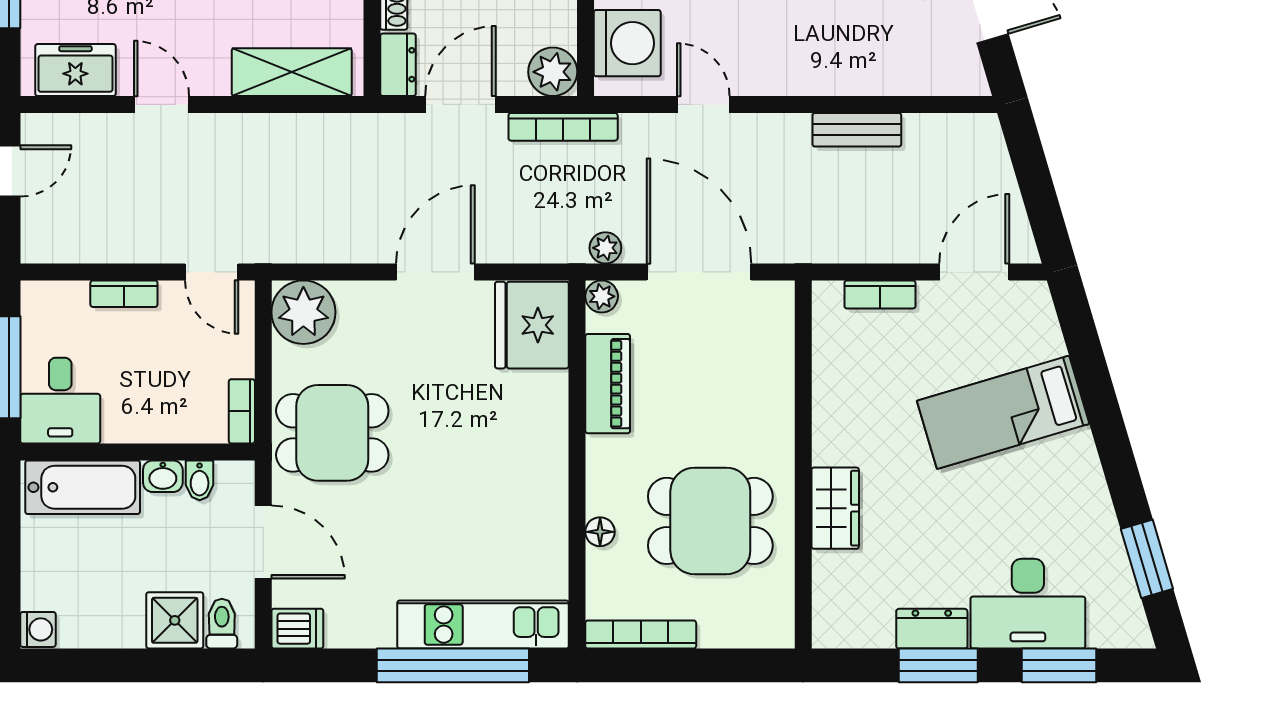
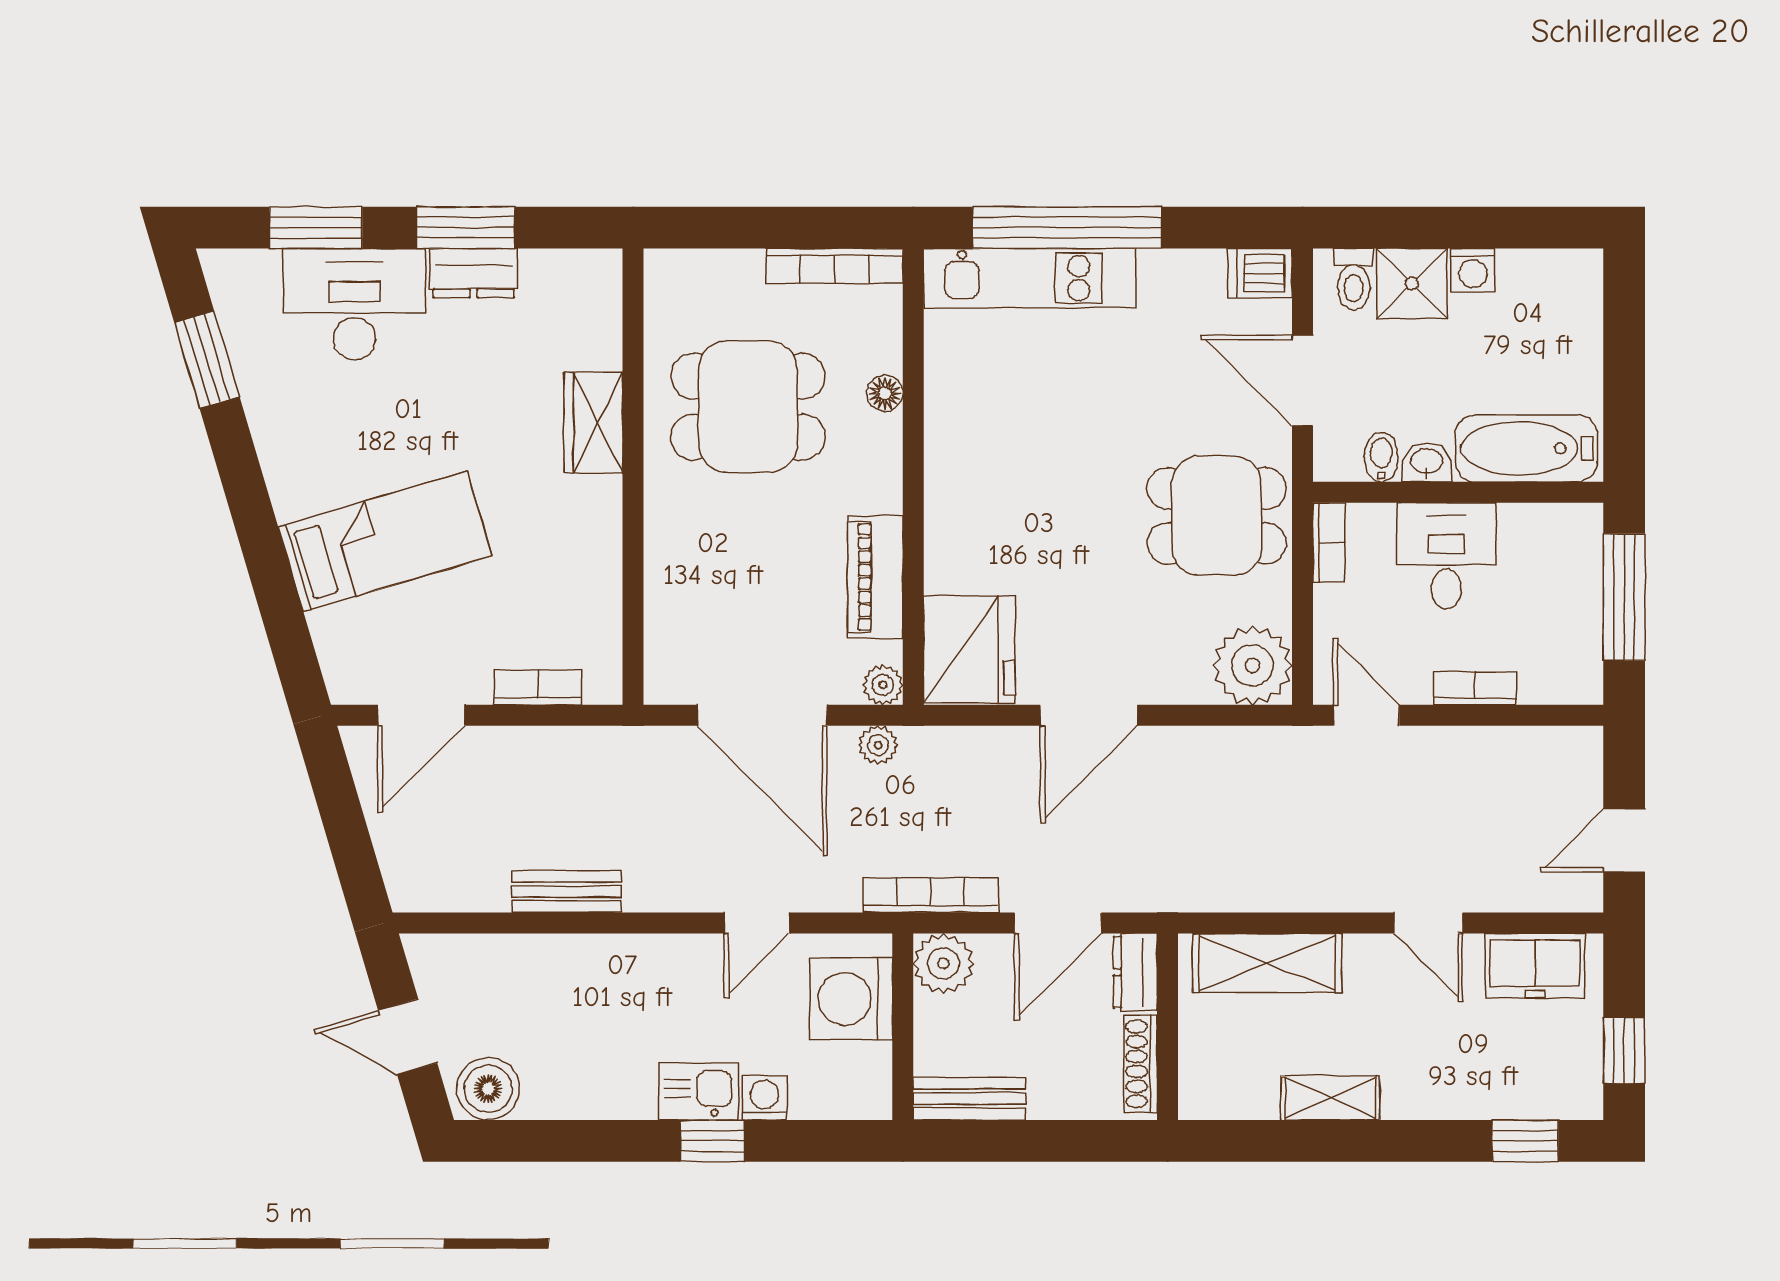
door: (703, 104) -> (757, 923), hinge flipped
desk: (60, 401) -> (1446, 556), moved
washing machine: (38, 629) -> (1473, 270), moved, turned -90

